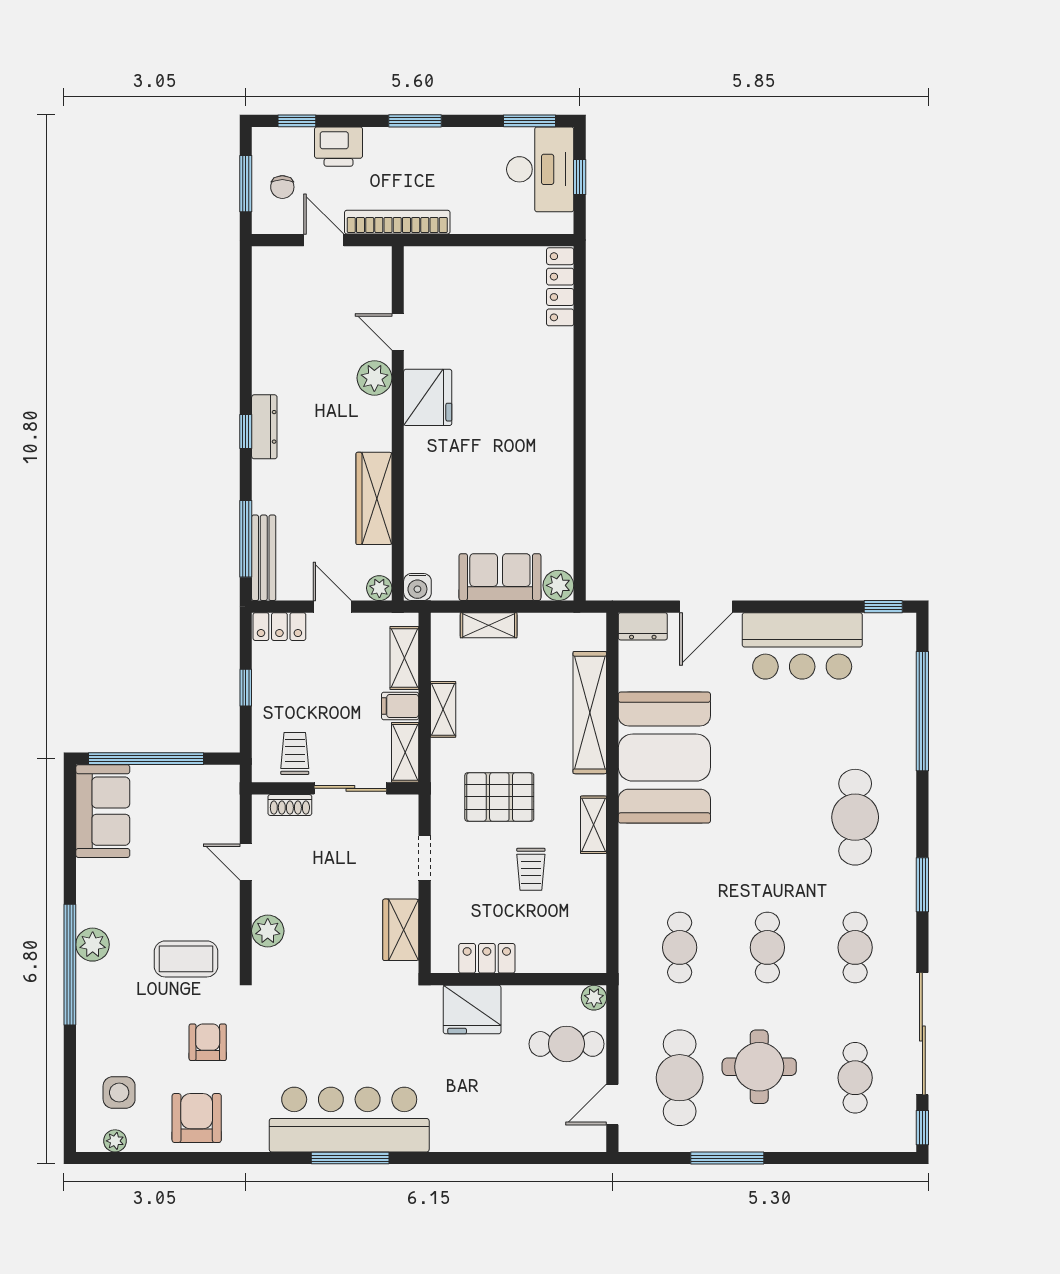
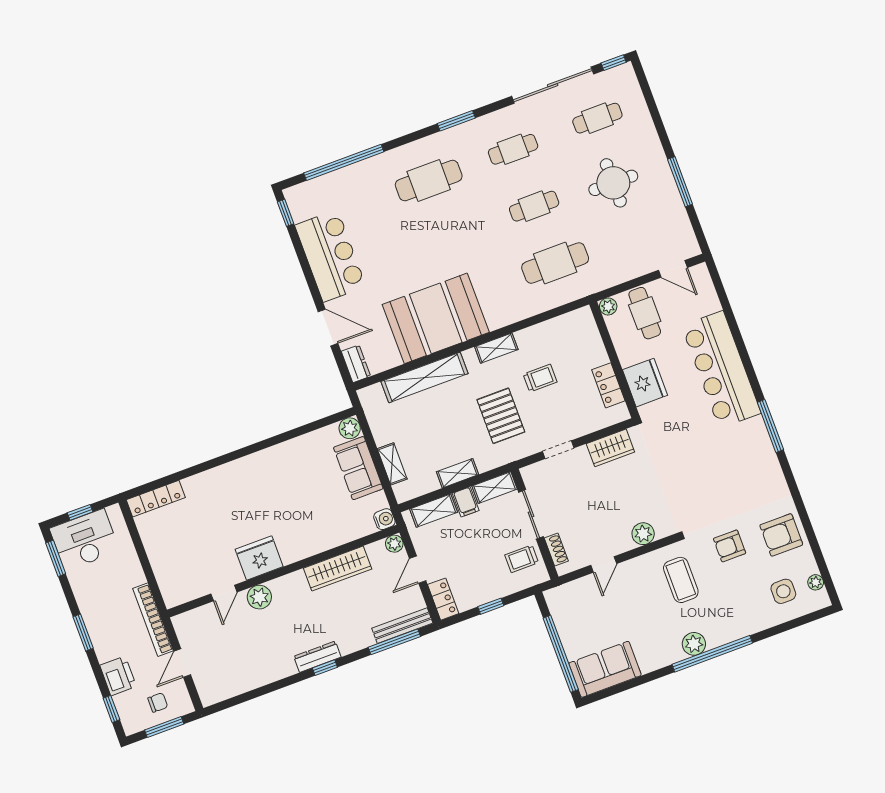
cafe table: (680, 947) -> (555, 263), width x1.37, depth x1.35
cafe table: (680, 1078) -> (639, 232), removed
bar counter: (349, 1120) -> (721, 369), moved

